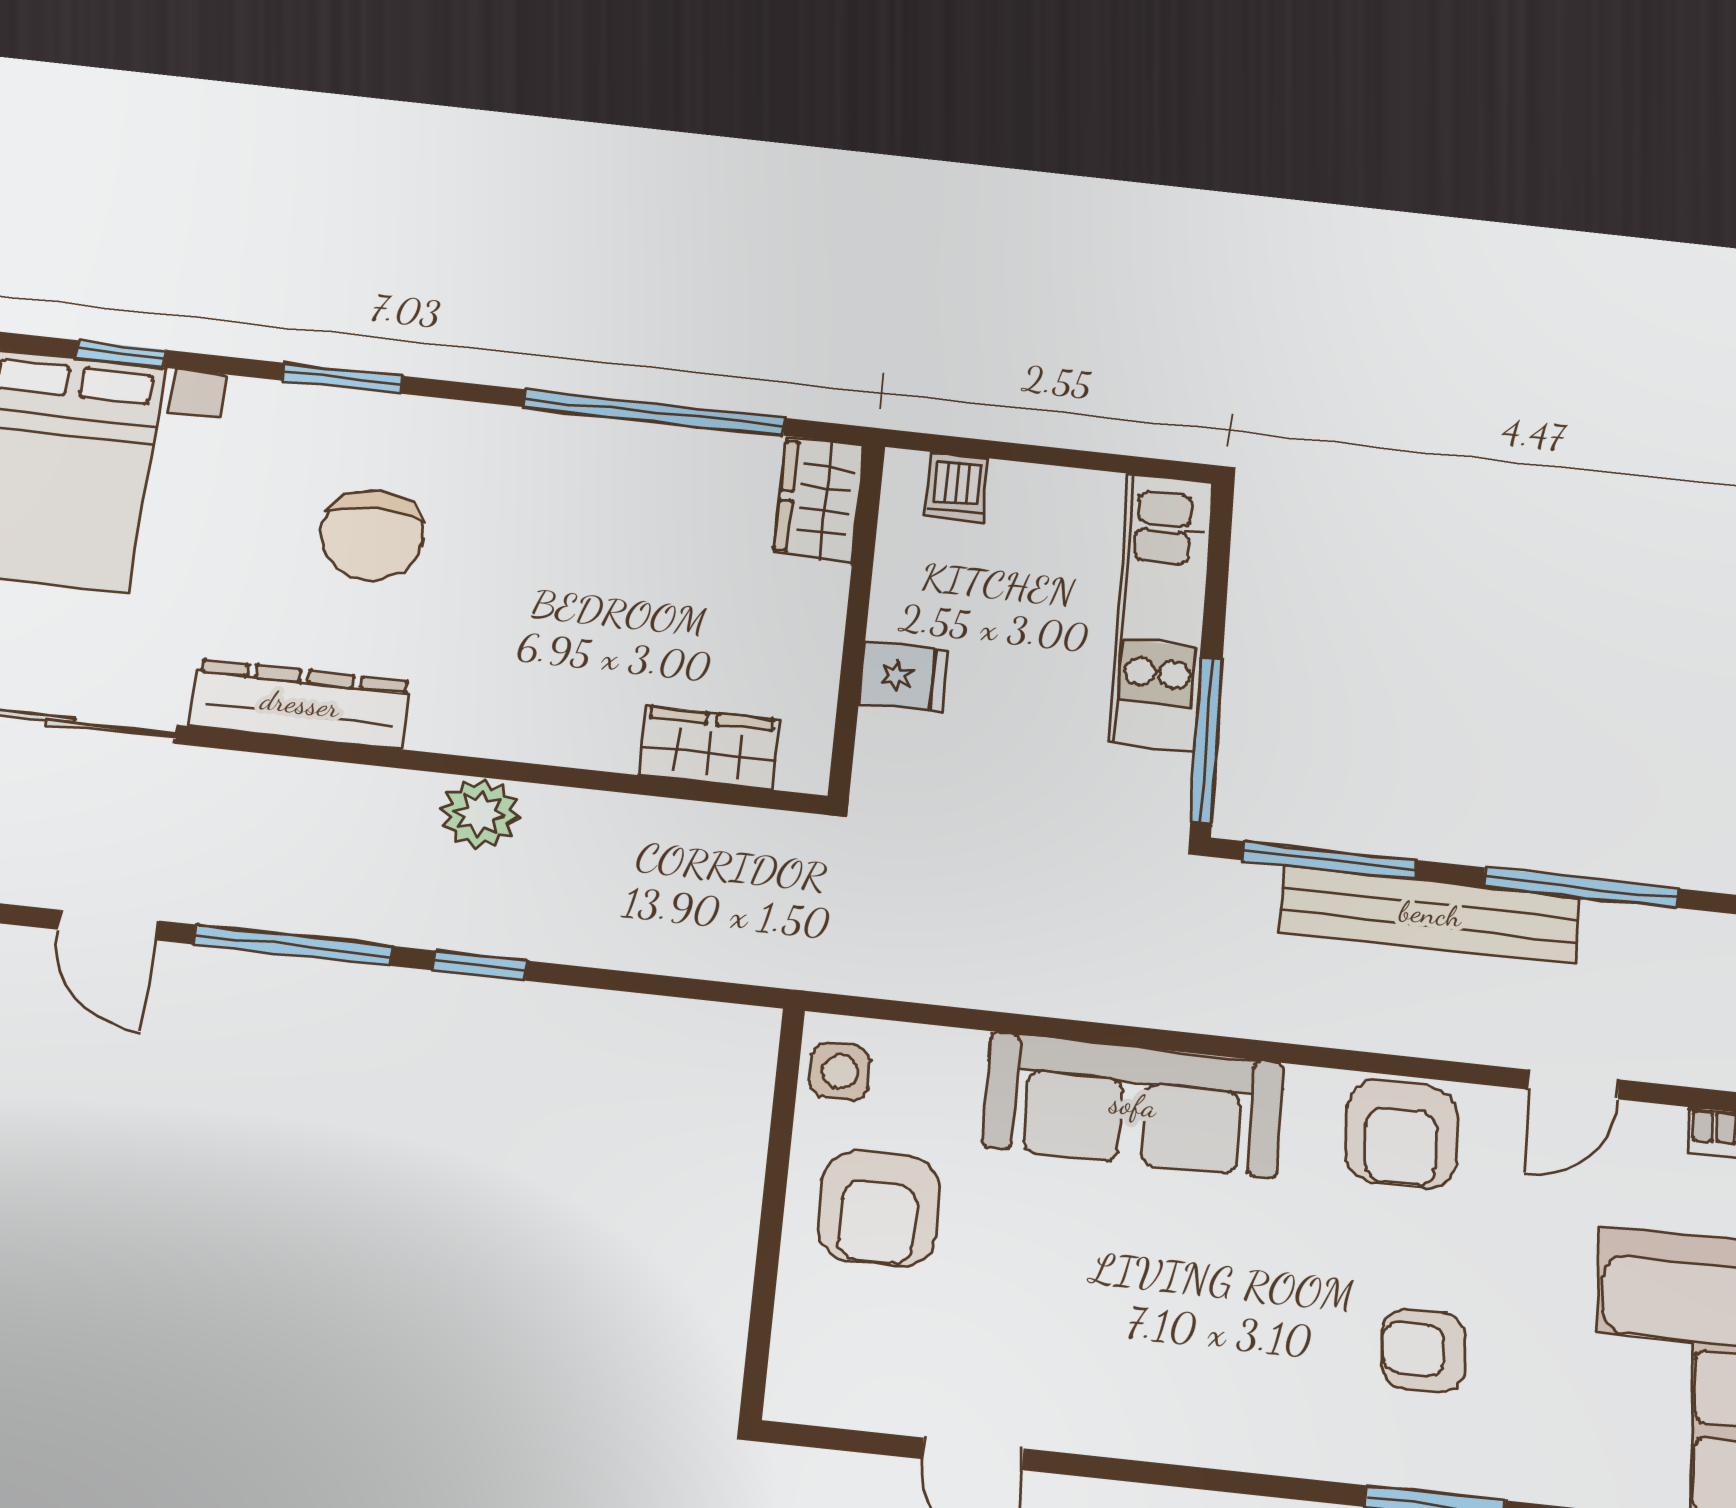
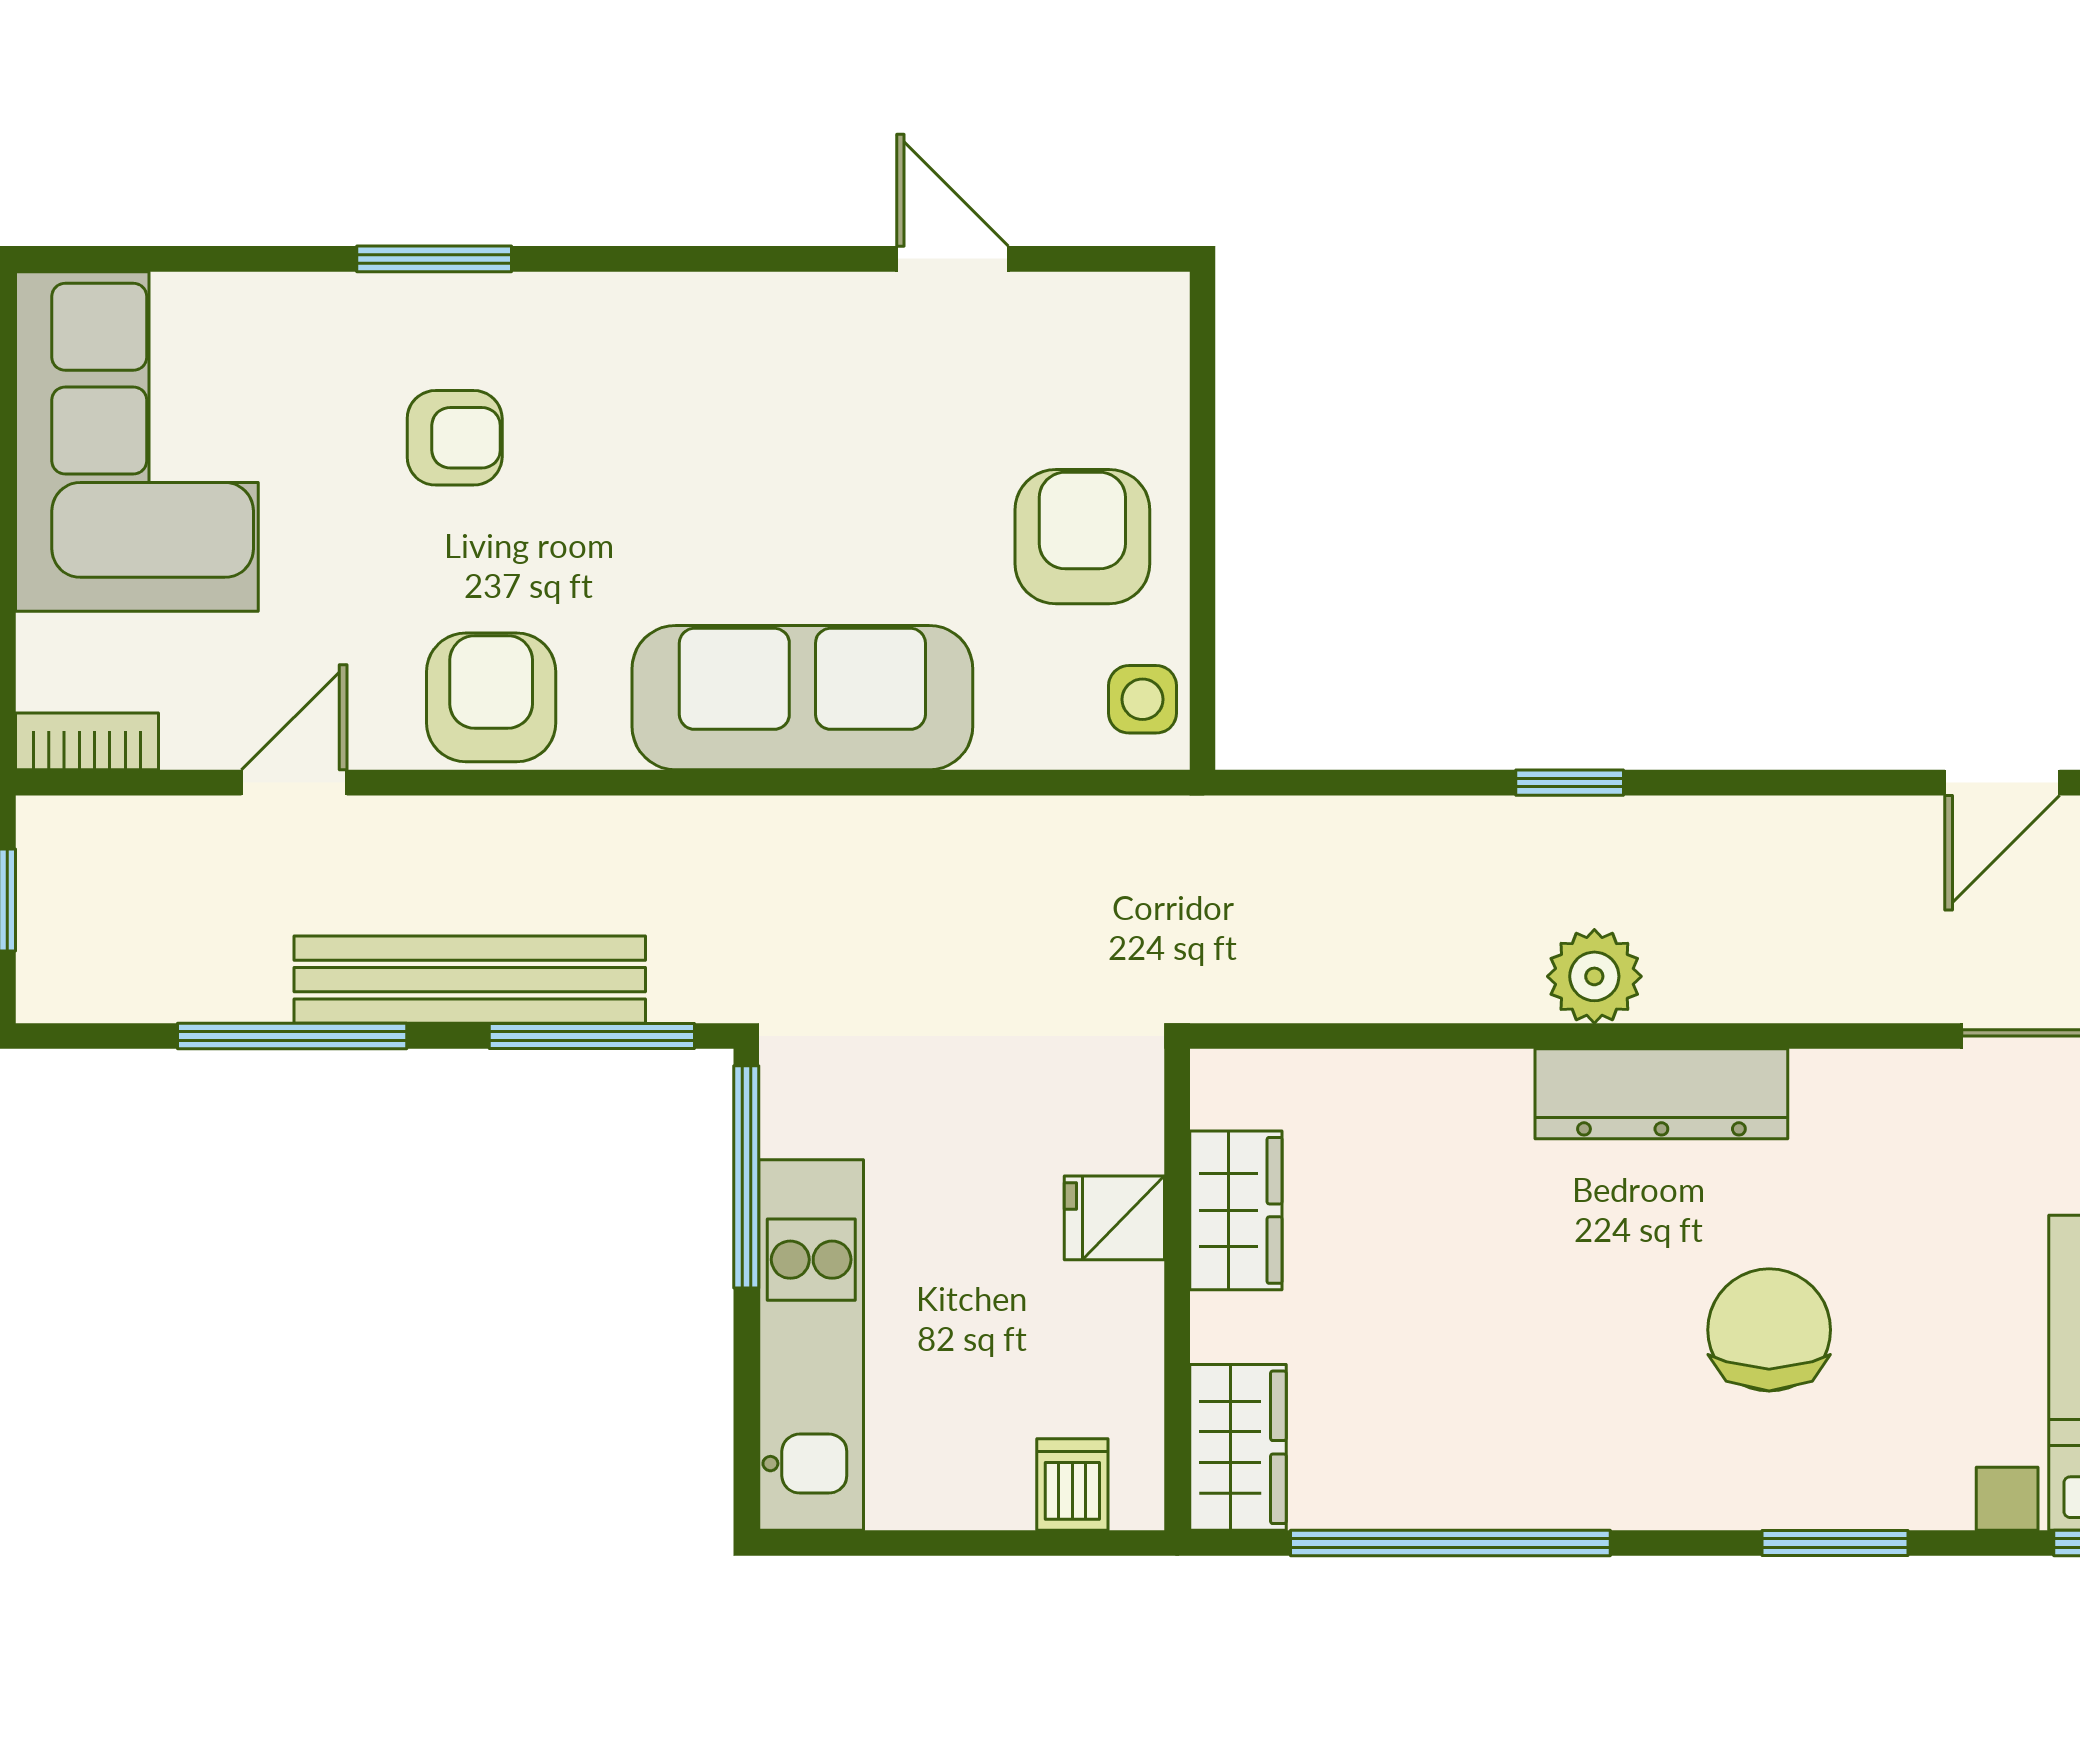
dresser: (300, 704) -> (1661, 1094), moved
wardrobe: (709, 748) -> (1236, 1210), moved, turned -90
door: (108, 925) -> (2002, 783), swing flipped
window: (294, 945) -> (1786, 783), removed

